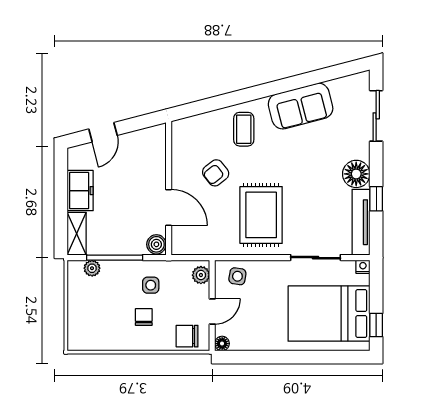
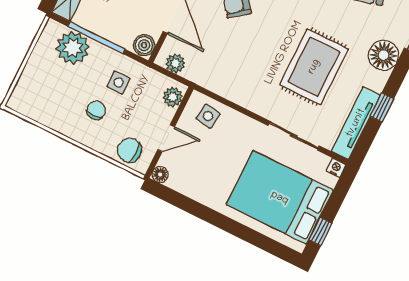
floor lamp: (356, 174) -> (384, 55), moved
rug: (261, 215) -> (314, 67), moved
plant: (189, 246) -> (175, 63), added
plant: (92, 268) -> (73, 48), width x1.87, depth x1.87

